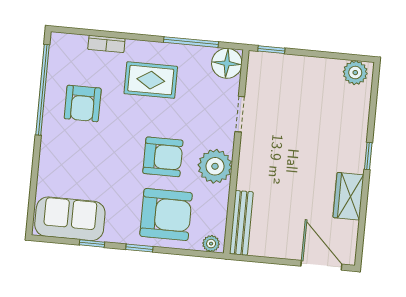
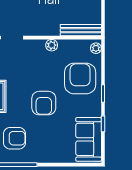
armchair: (163, 157) -> (44, 103), moved, turned 180
plant: (215, 166) -> (52, 45), width x0.53, depth x0.53

